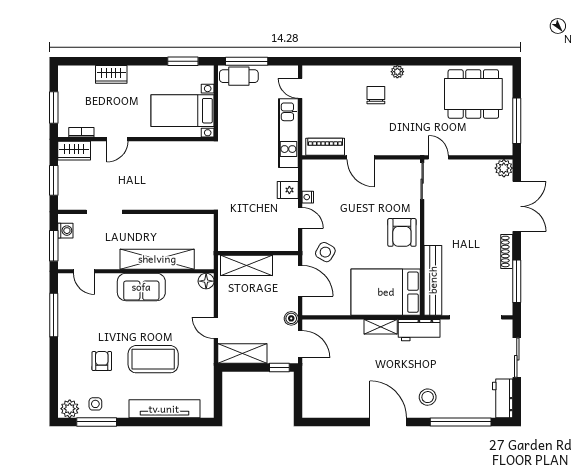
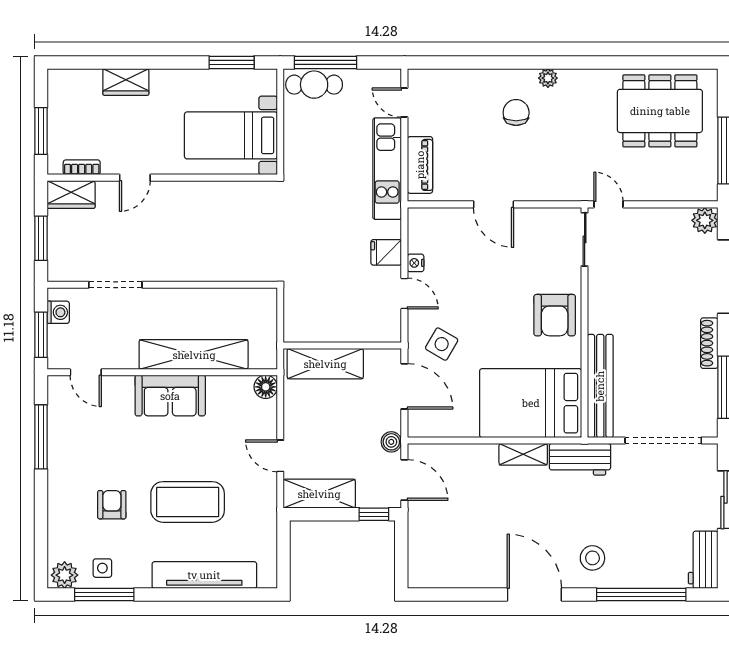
piano: (325, 147) -> (420, 165), moved, turned 90

